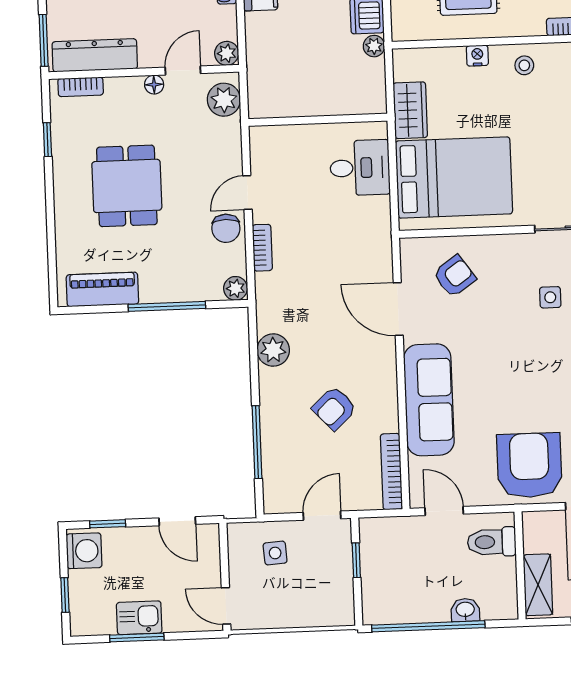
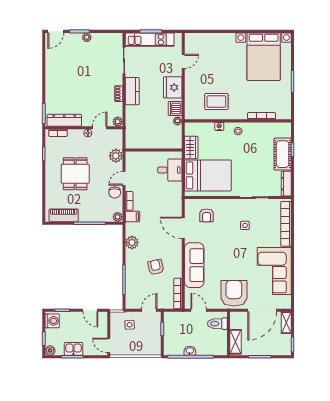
plant: (224, 100) -> (116, 156), moved
armchair: (455, 276) -> (207, 215), turned 125
filing cabinet: (272, 286) -> (132, 217), added
armchair: (334, 408) -> (156, 267), turned 120
washbasin: (465, 610) -> (190, 351), moved
boiler: (82, 624) -> (50, 351), added

